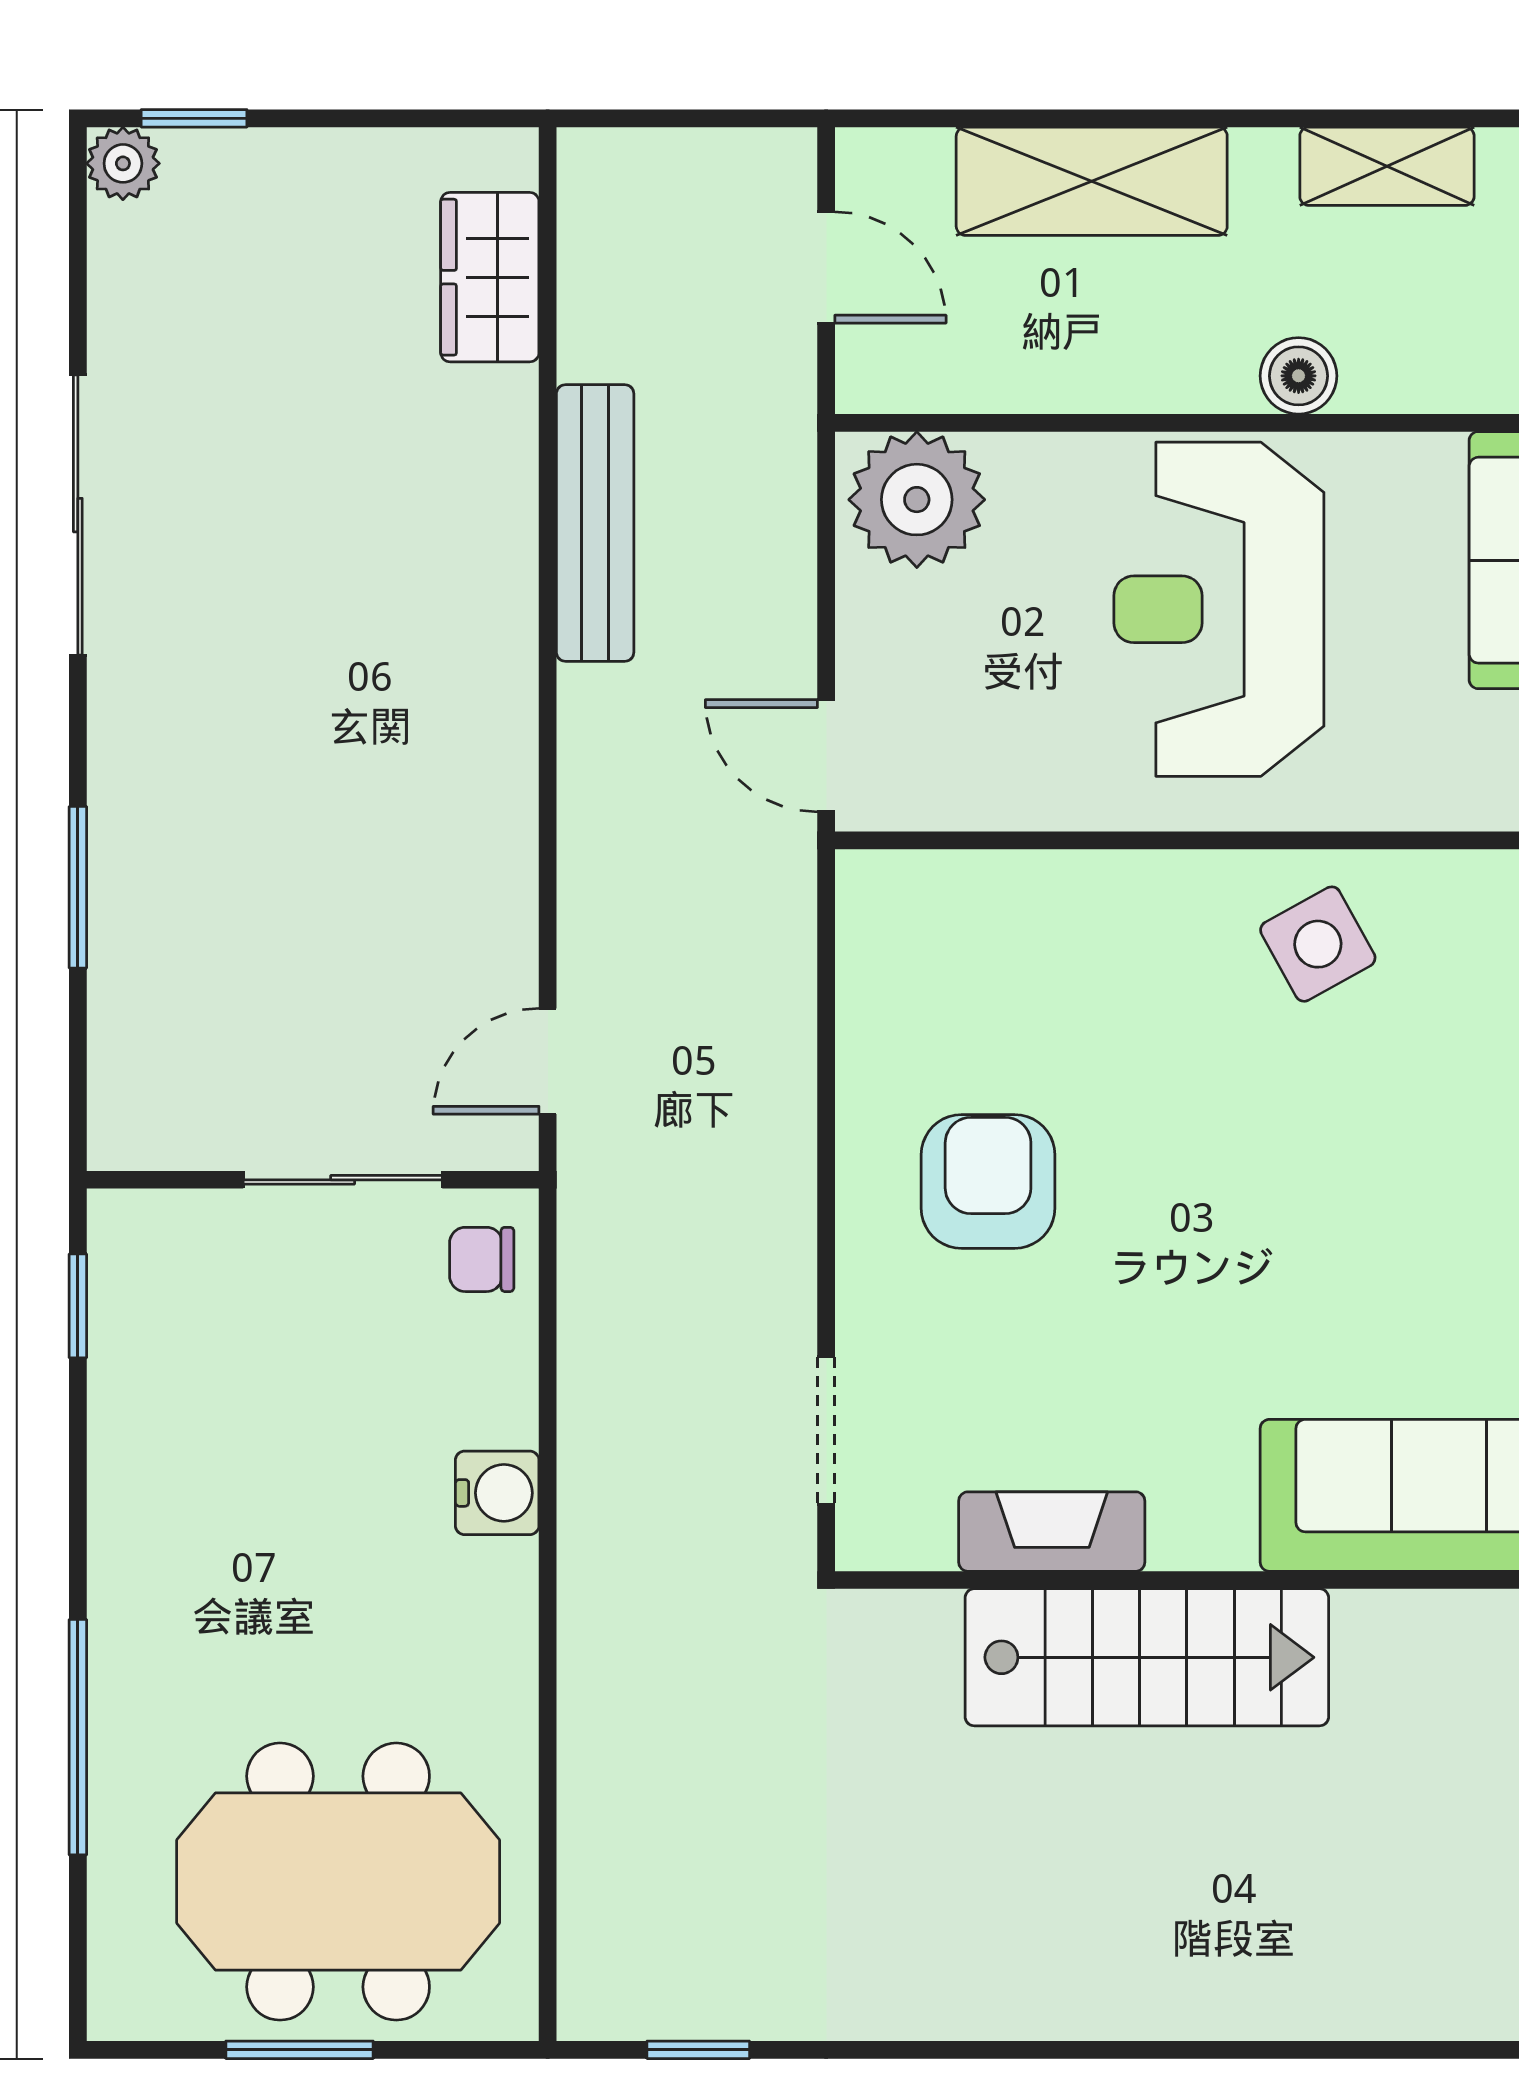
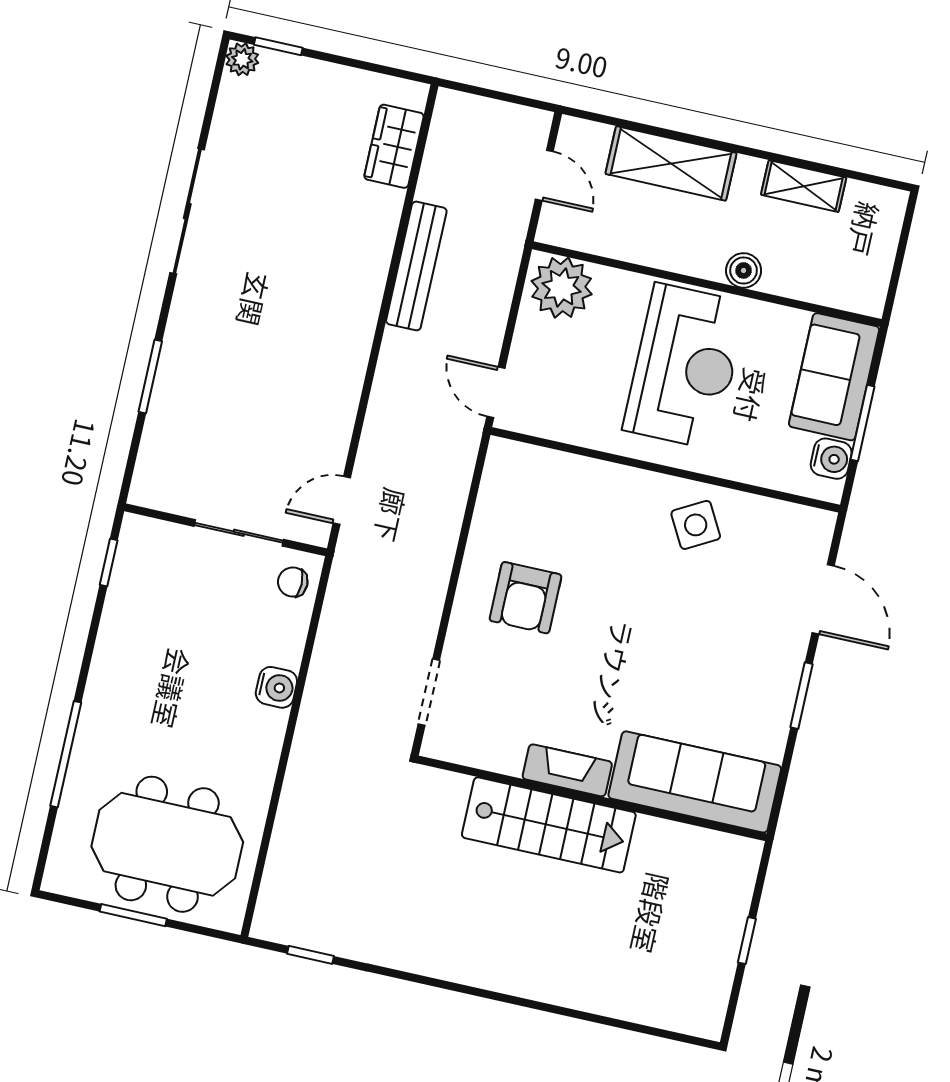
reception desk: (1219, 609) -> (685, 366), turned 180
armchair: (988, 1181) -> (526, 598), turned 180
fireplace: (1052, 1532) -> (567, 770), moved

